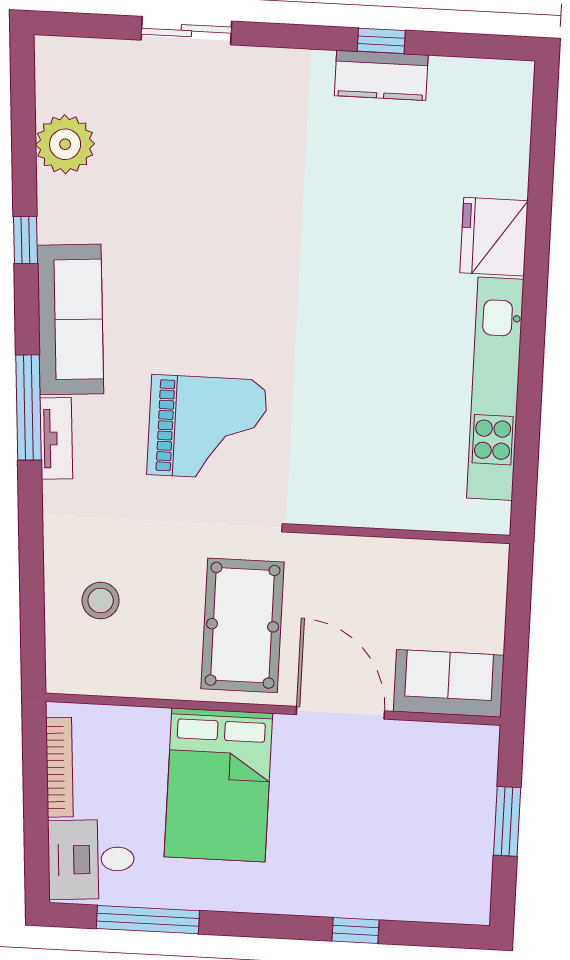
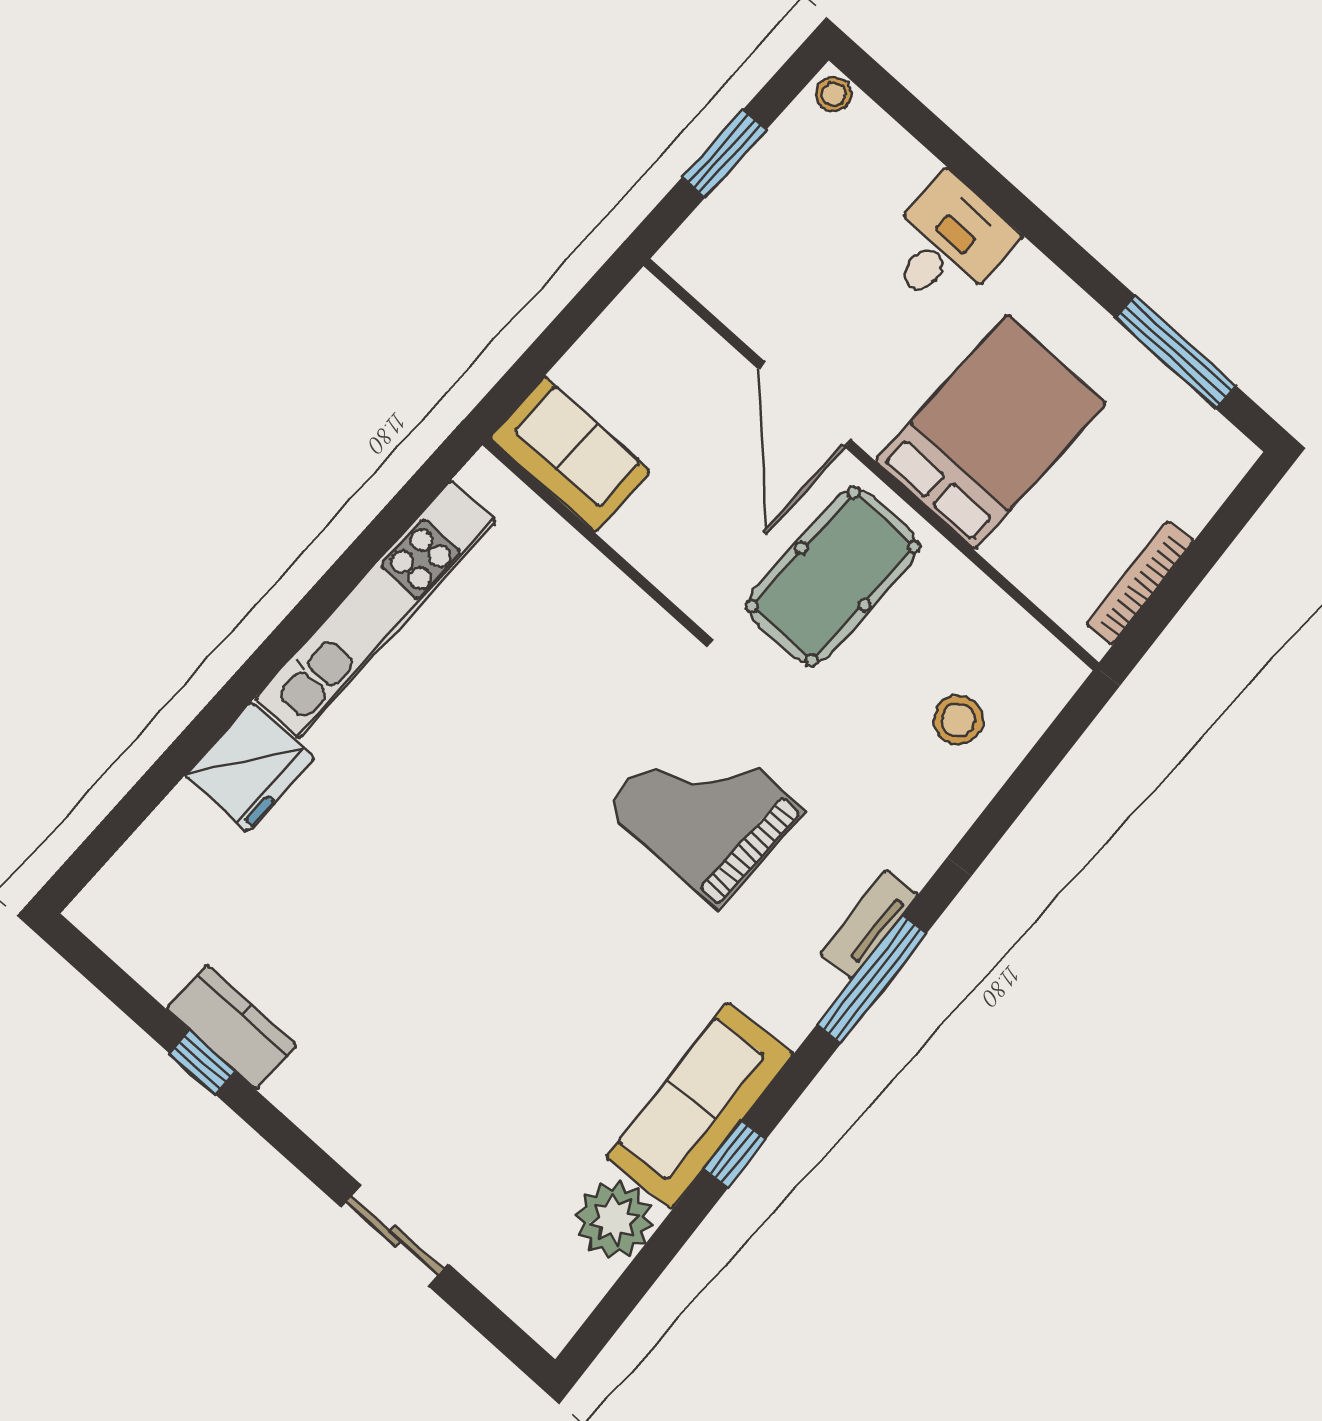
sofa: (70, 319) -> (700, 1105), moved
sofa: (449, 683) -> (570, 455), moved, turned 180
desk: (91, 859) -> (947, 243), moved, turned -86
stool: (471, 908) -> (834, 94), added
window: (355, 931) -> (971, 168), removed

